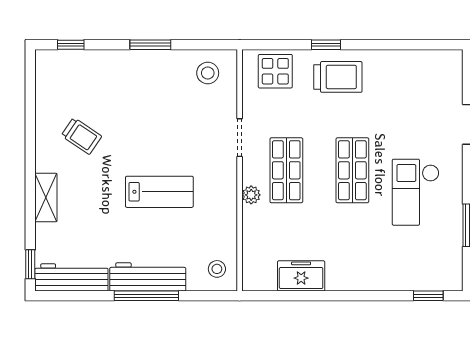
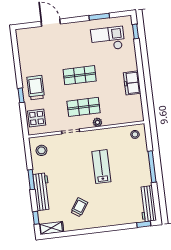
checkout: (416, 192) -> (108, 39), moved, turned 180
shelving: (46, 198) -> (51, 228), moved
freezer: (301, 276) -> (132, 83), moved
workbench: (148, 277) -> (42, 192), moved, turned 180

